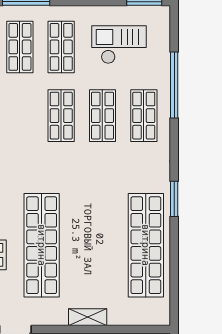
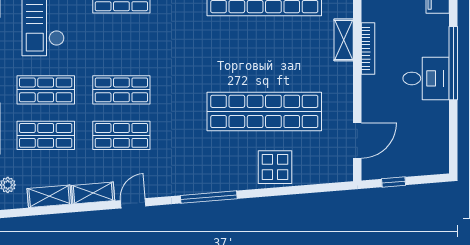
shop shelf: (102, 116) -> (121, 135), moved
shelving: (88, 317) -> (344, 40), moved

